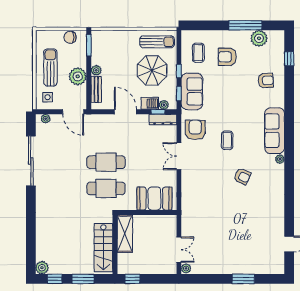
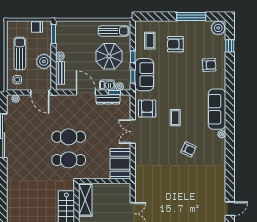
plant: (259, 38) -> (218, 28), moved
dresser: (163, 120) -> (108, 99), moved
booth: (154, 198) -> (120, 164), moved, turned 90

